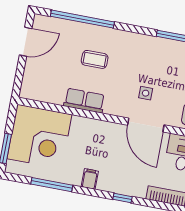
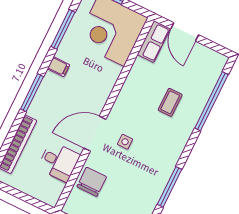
door: (26, 42) -> (185, 32), moved
row of seats: (84, 101) -> (154, 42), moved
window: (122, 198) -> (32, 93), width x2.17

